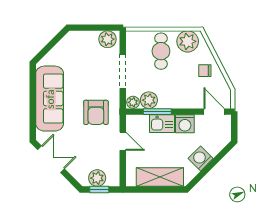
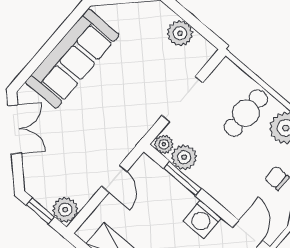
plant: (107, 39) -> (180, 33), moved
armchair: (96, 112) -> (112, 120), removed
kitchen sink: (162, 124) -> (176, 197), removed
plant: (97, 178) -> (65, 210), moved

